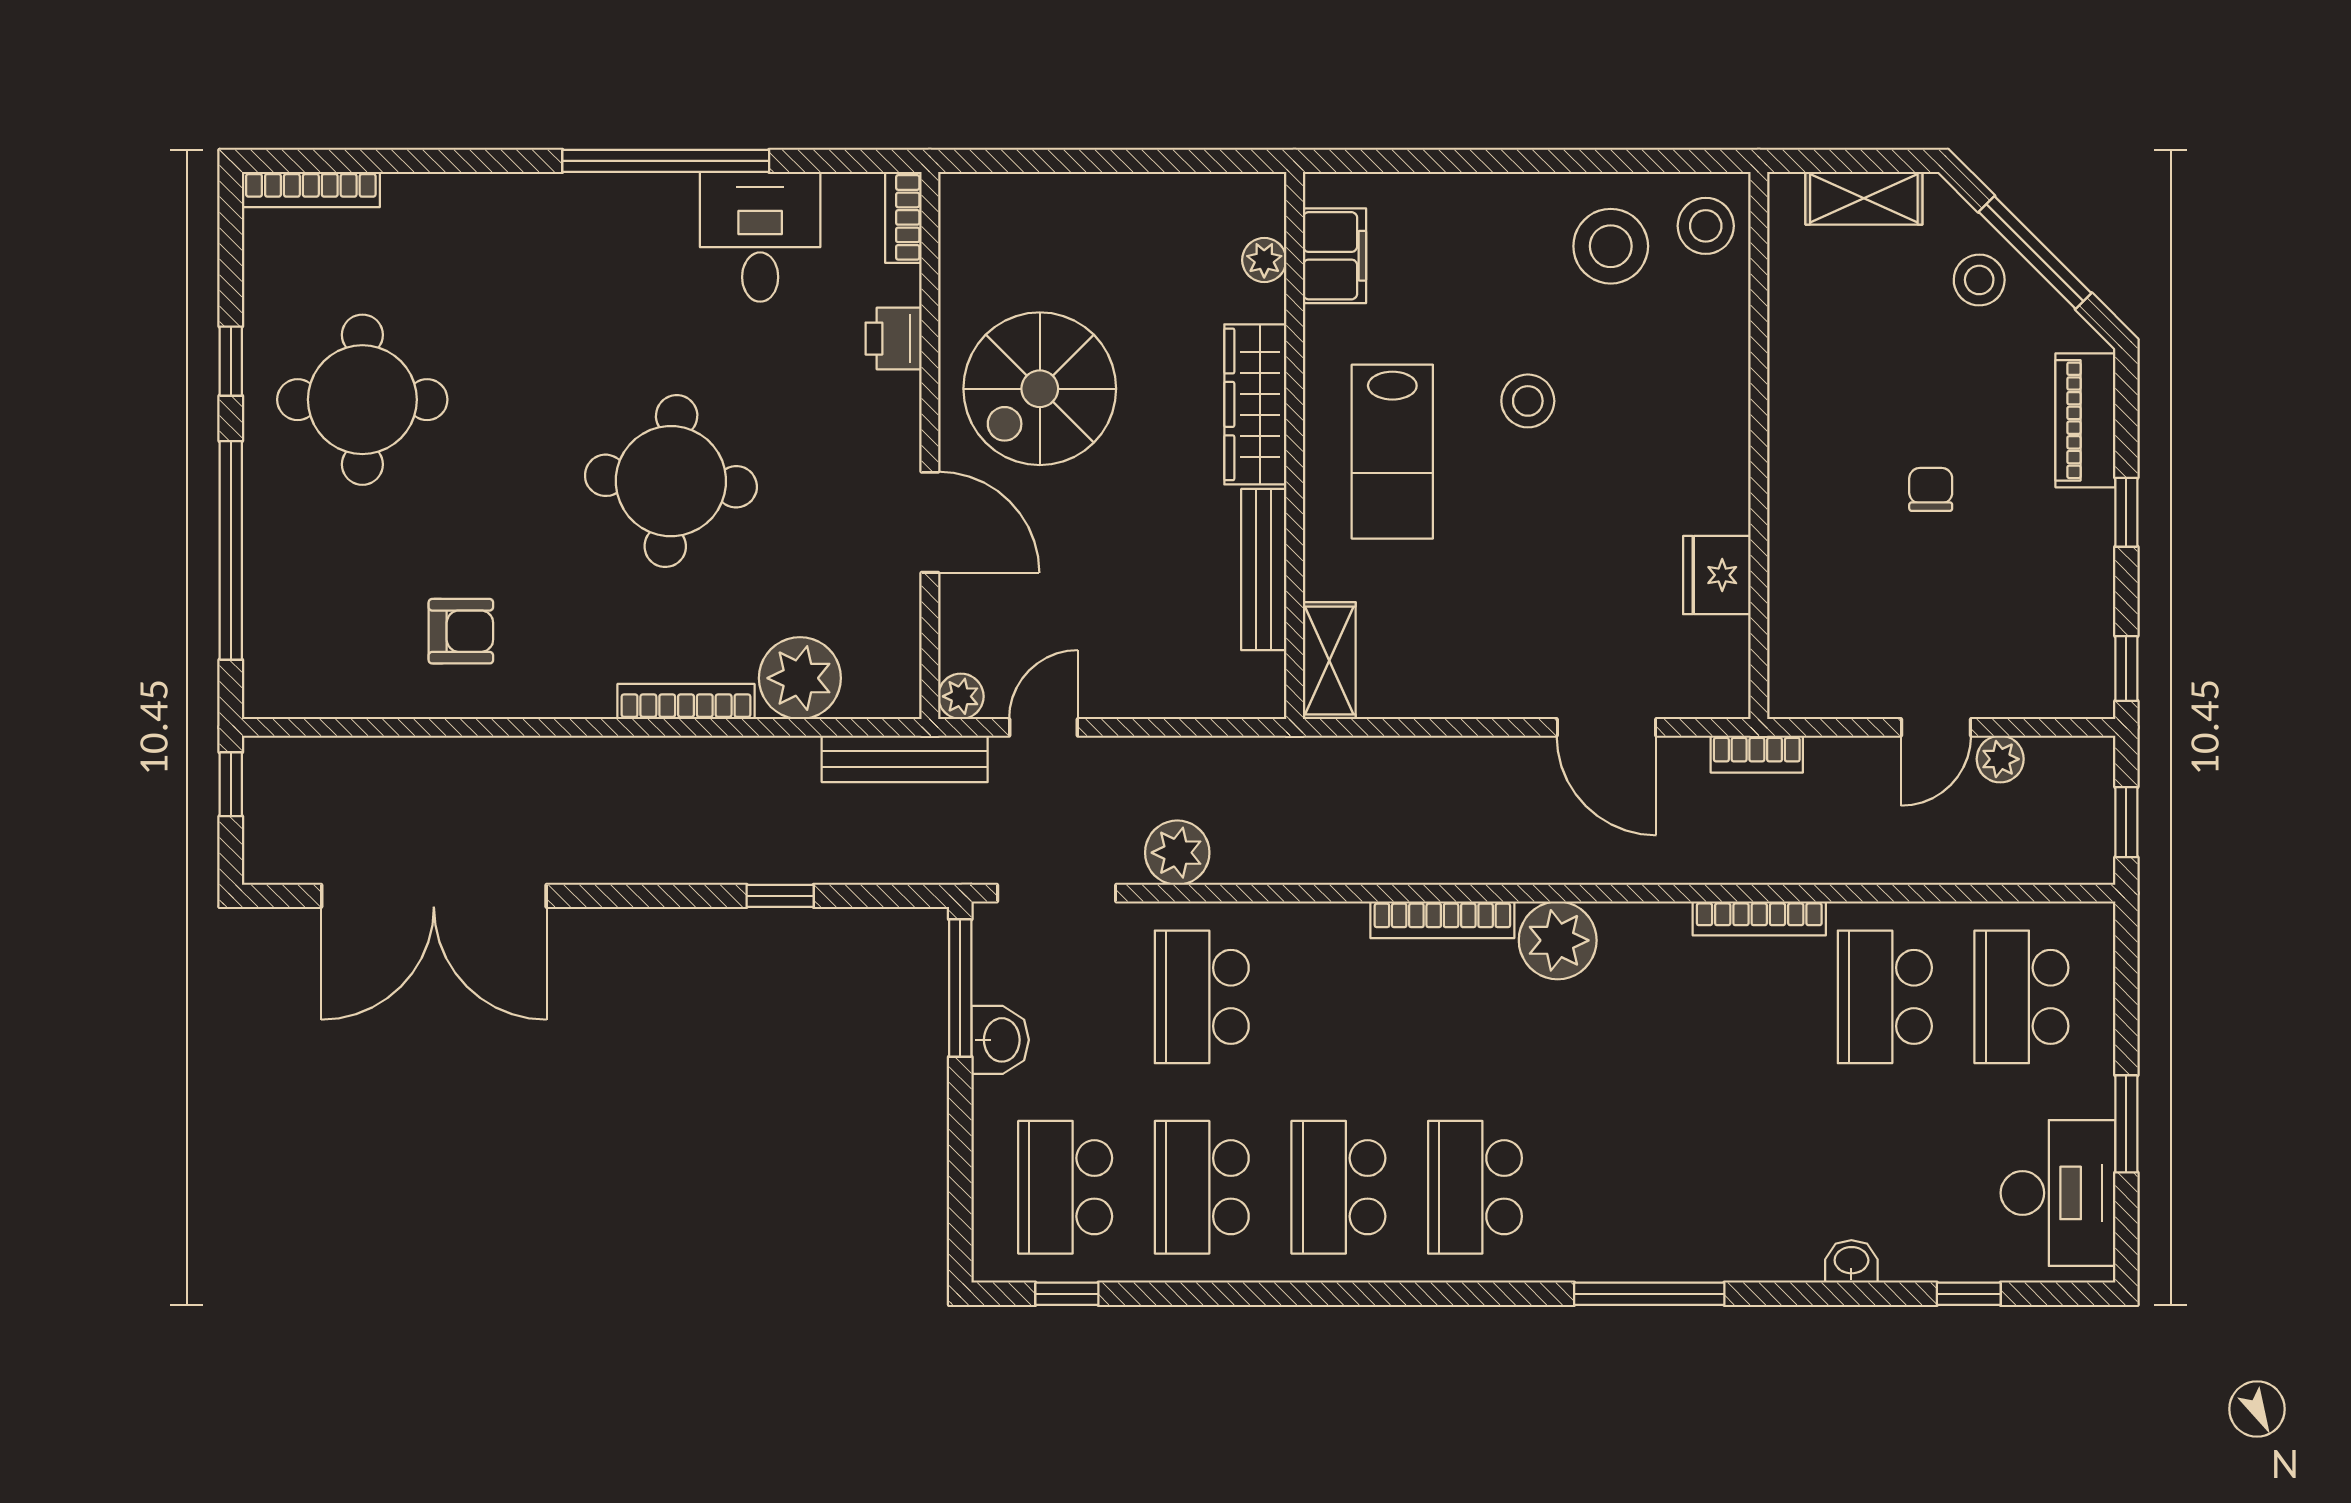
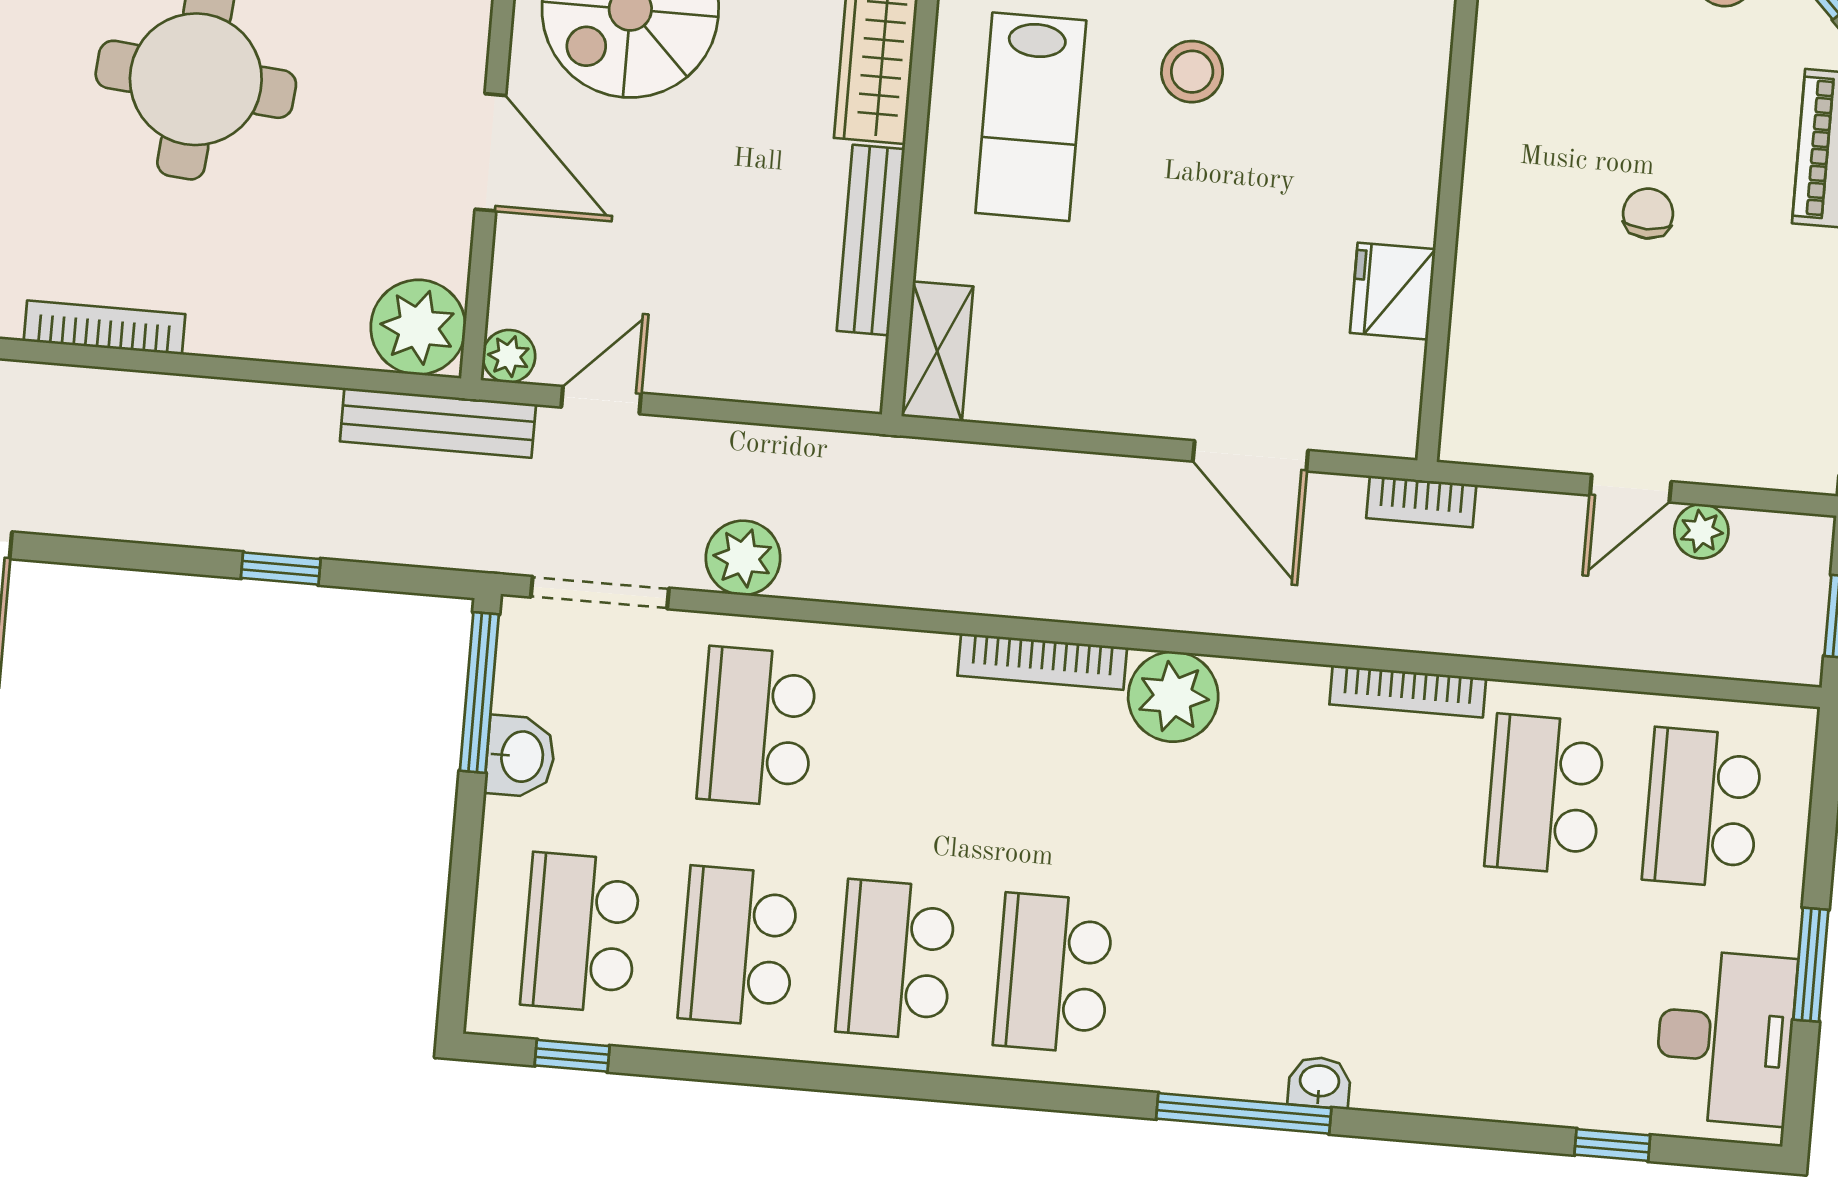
plant: (800, 678) -> (418, 327), moved
bookcase: (686, 701) -> (104, 328), moved
washbasin: (1851, 1261) -> (1319, 1082), moved

